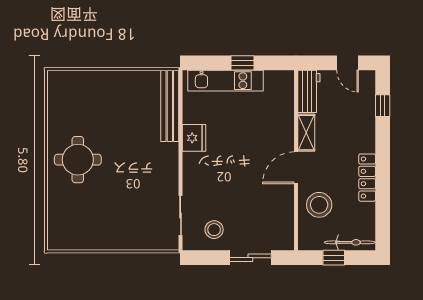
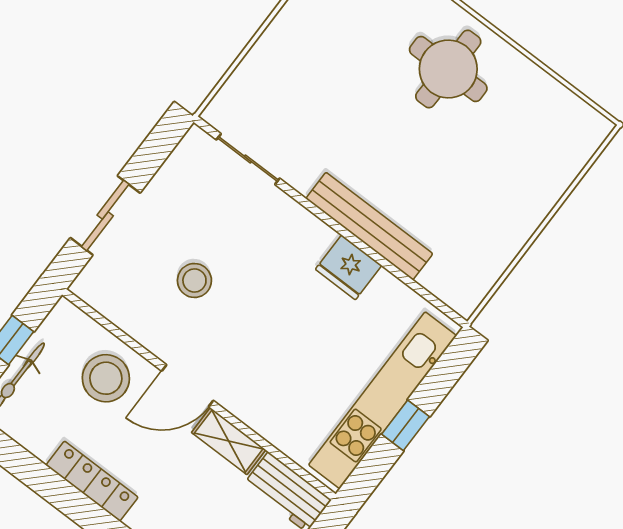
kitchen unit: (226, 81) -> (383, 400), width x1.36
bench: (170, 106) -> (369, 226), moved
door: (296, 168) -> (188, 386), swing flipped
stool: (214, 230) -> (194, 280), moved

